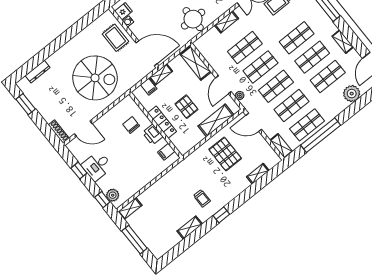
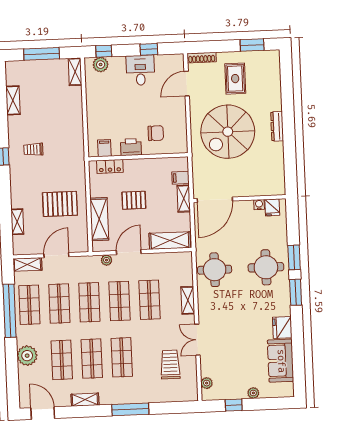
rug: (116, 38) -> (235, 79), moved, turned 90
dresser: (38, 72) -> (277, 126), moved
door: (223, 85) -> (129, 252), hinge flipped
plant: (352, 94) -> (27, 356), moved
locker: (162, 122) -> (110, 166), moved, width x0.66
door: (254, 122) -> (56, 255), moved
shelving: (190, 228) -> (13, 100), moved

